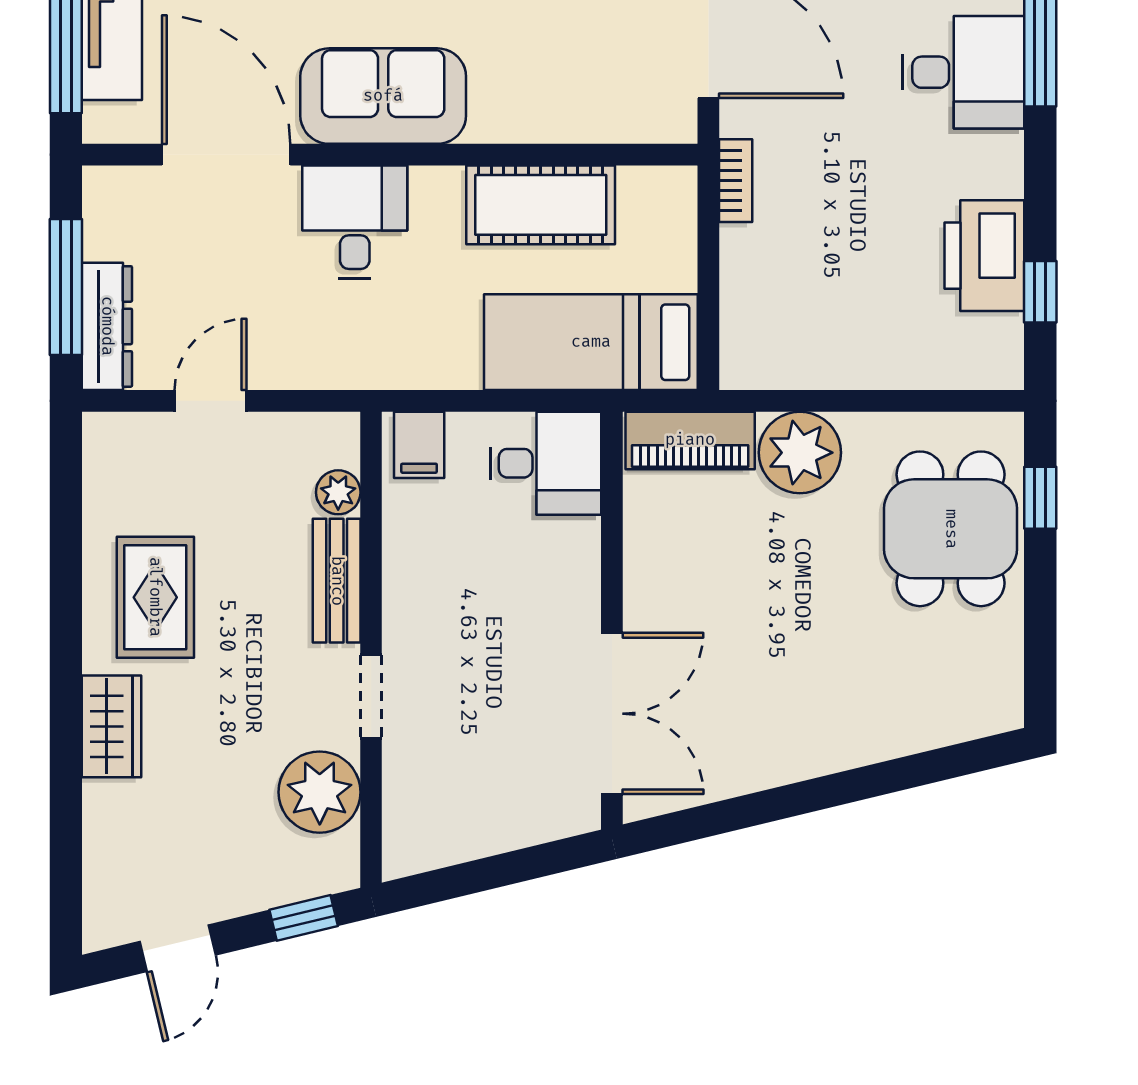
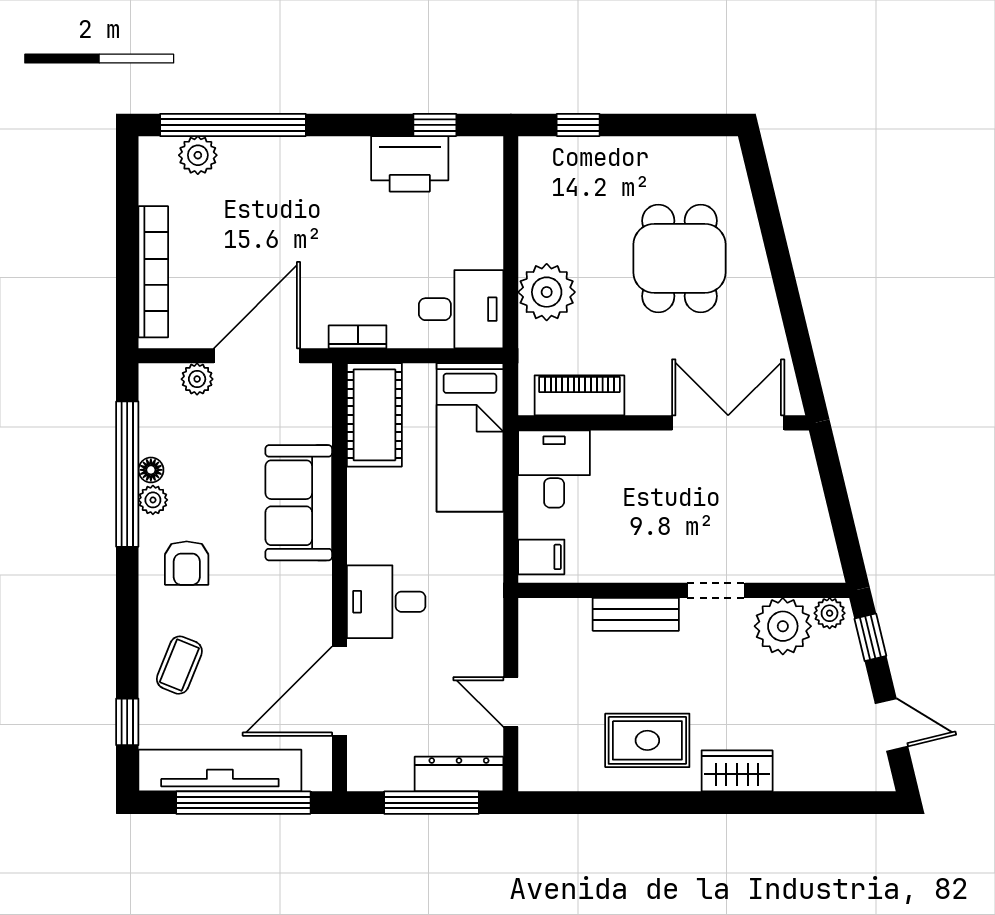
desk: (963, 72) -> (461, 309), moved, turned 90
sofa: (383, 96) -> (299, 503), moved
cot: (541, 205) -> (374, 415), moved
piano: (690, 440) -> (579, 395), moved, turned -90
plant: (338, 492) -> (830, 613), moved
dining table: (951, 529) -> (680, 258), moved, turned 90

